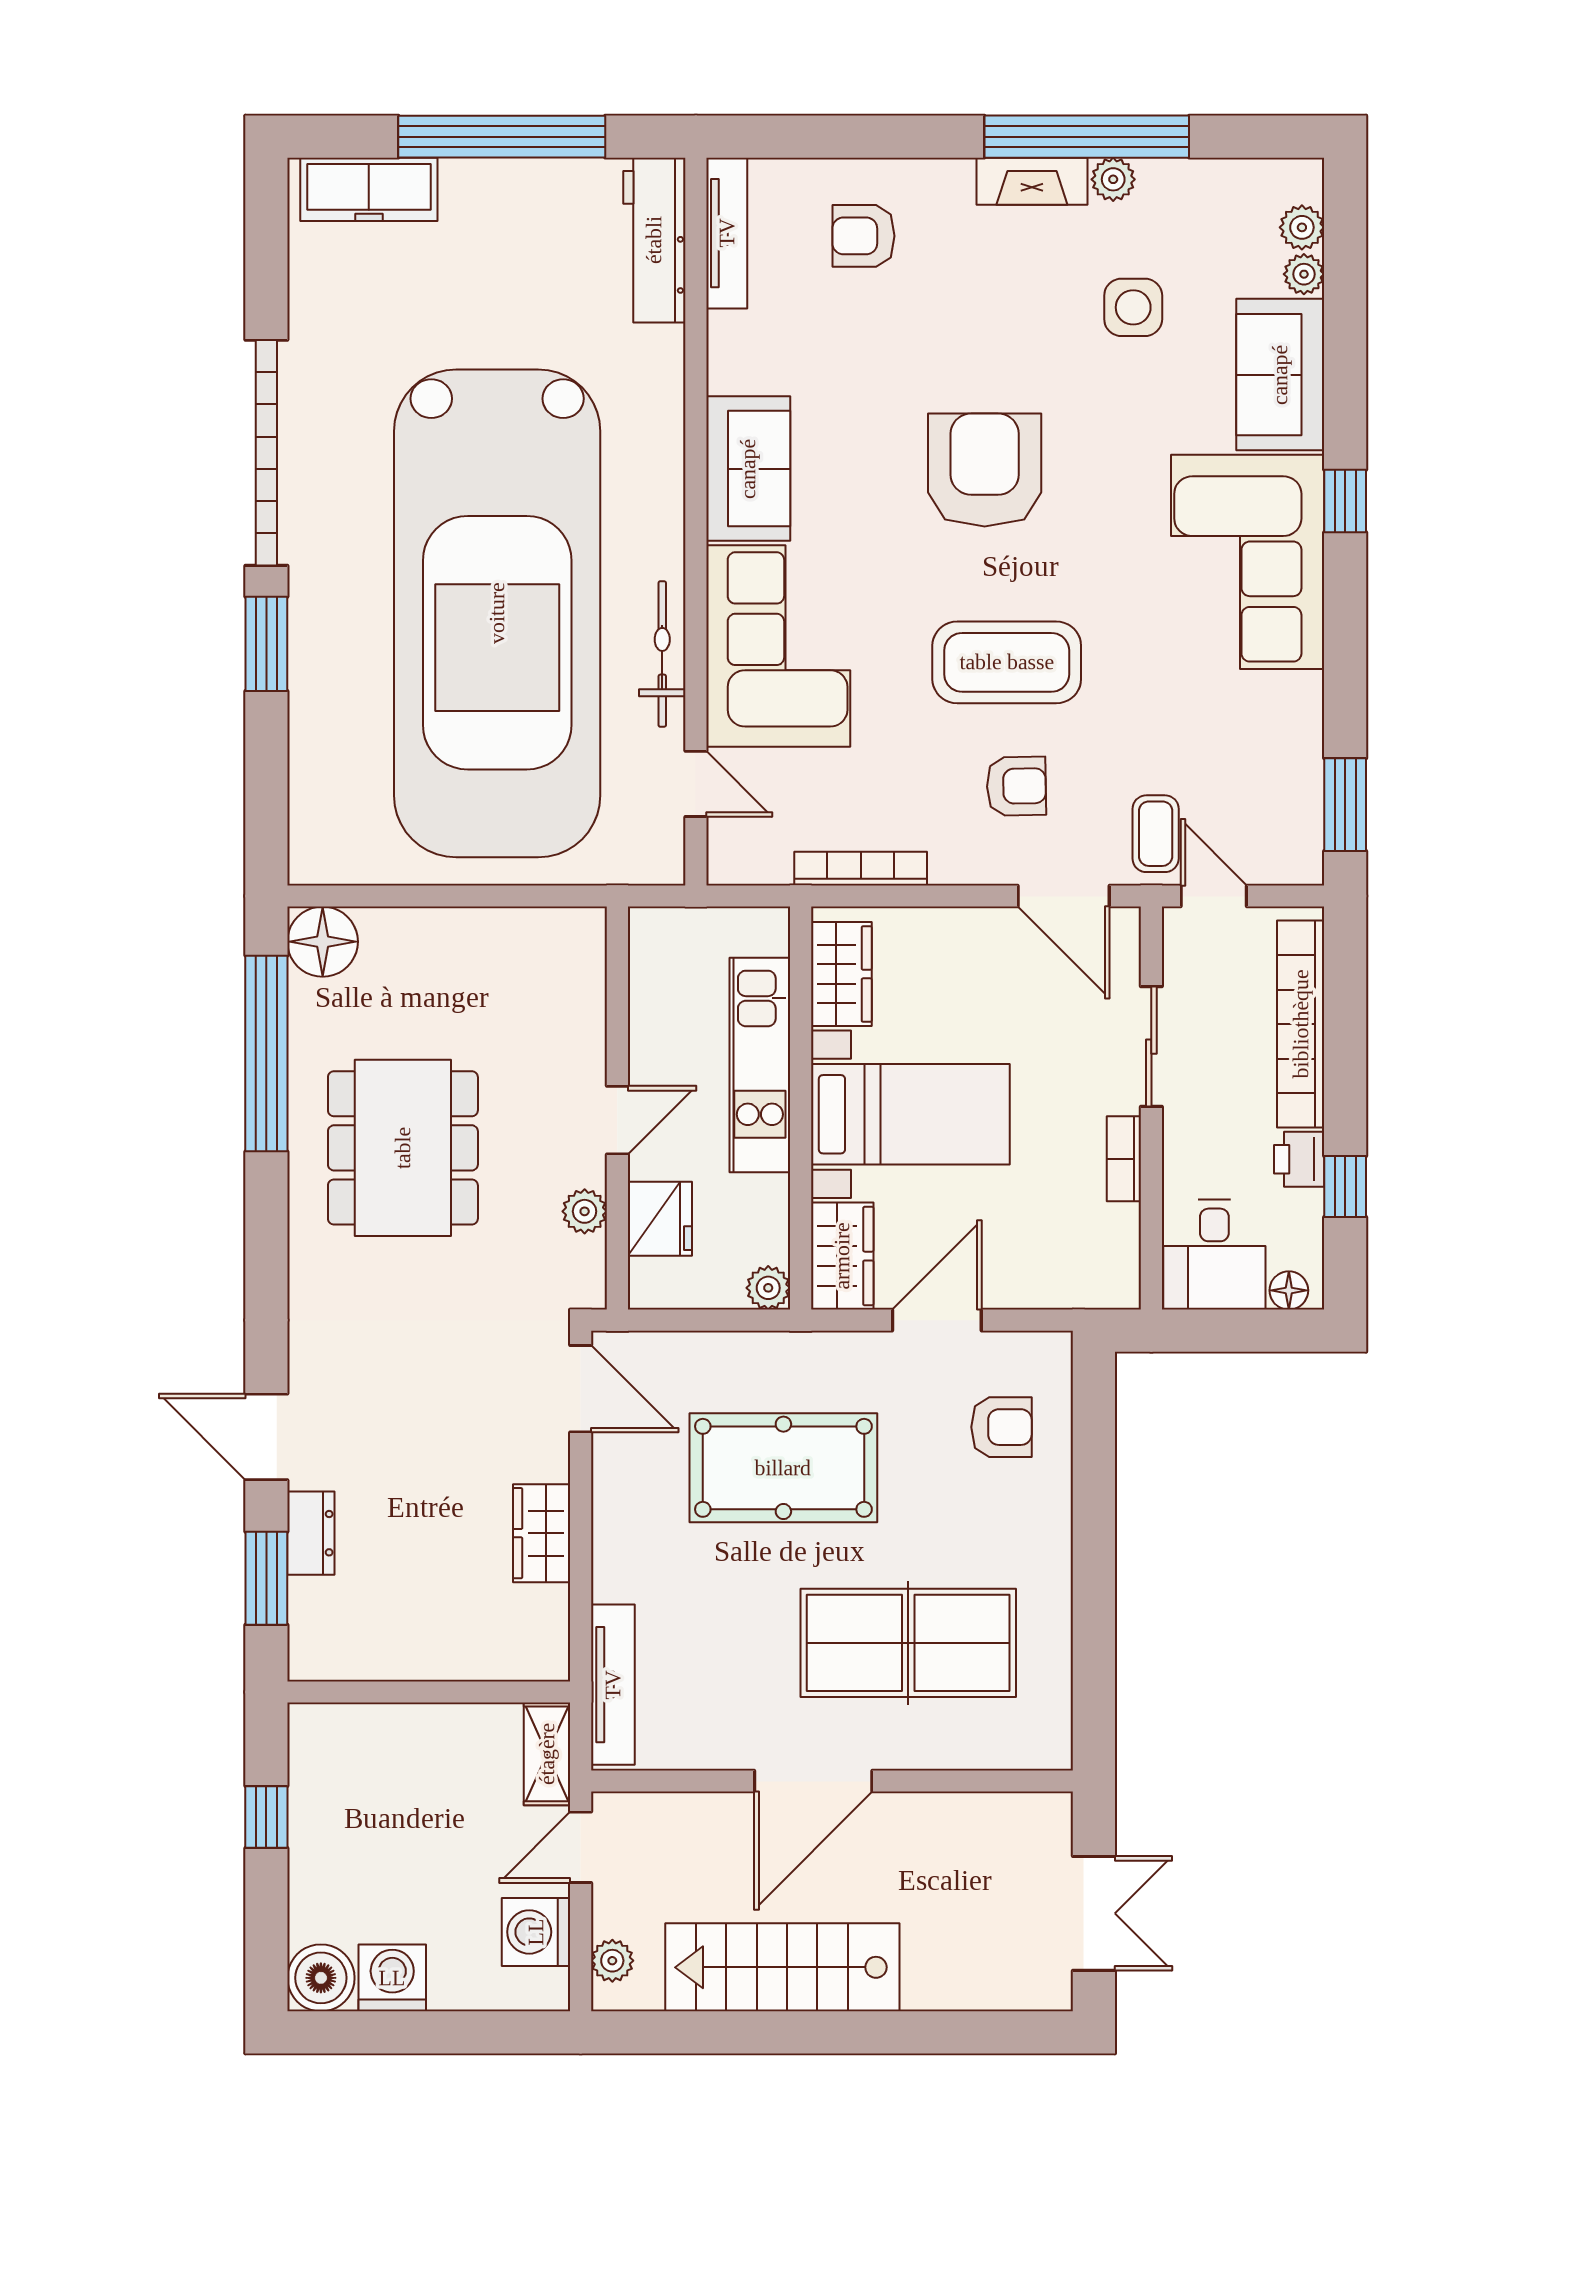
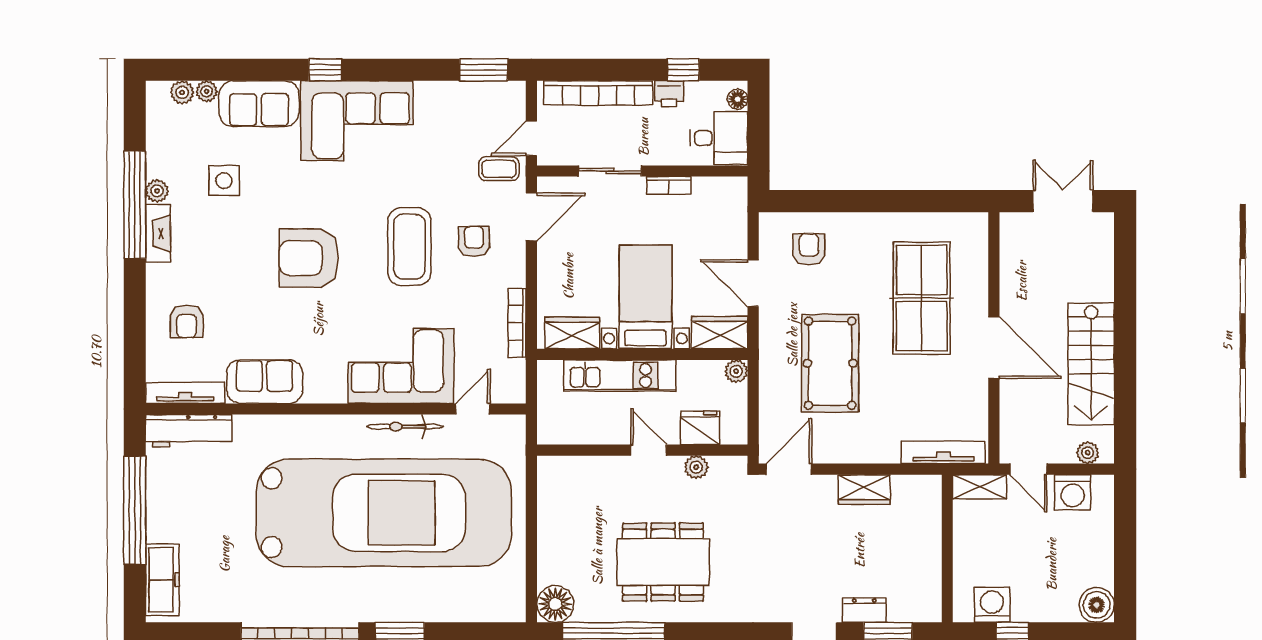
sofa: (748, 469) -> (265, 382), moved
washing machine: (392, 1978) -> (992, 605), moved, turned 90

